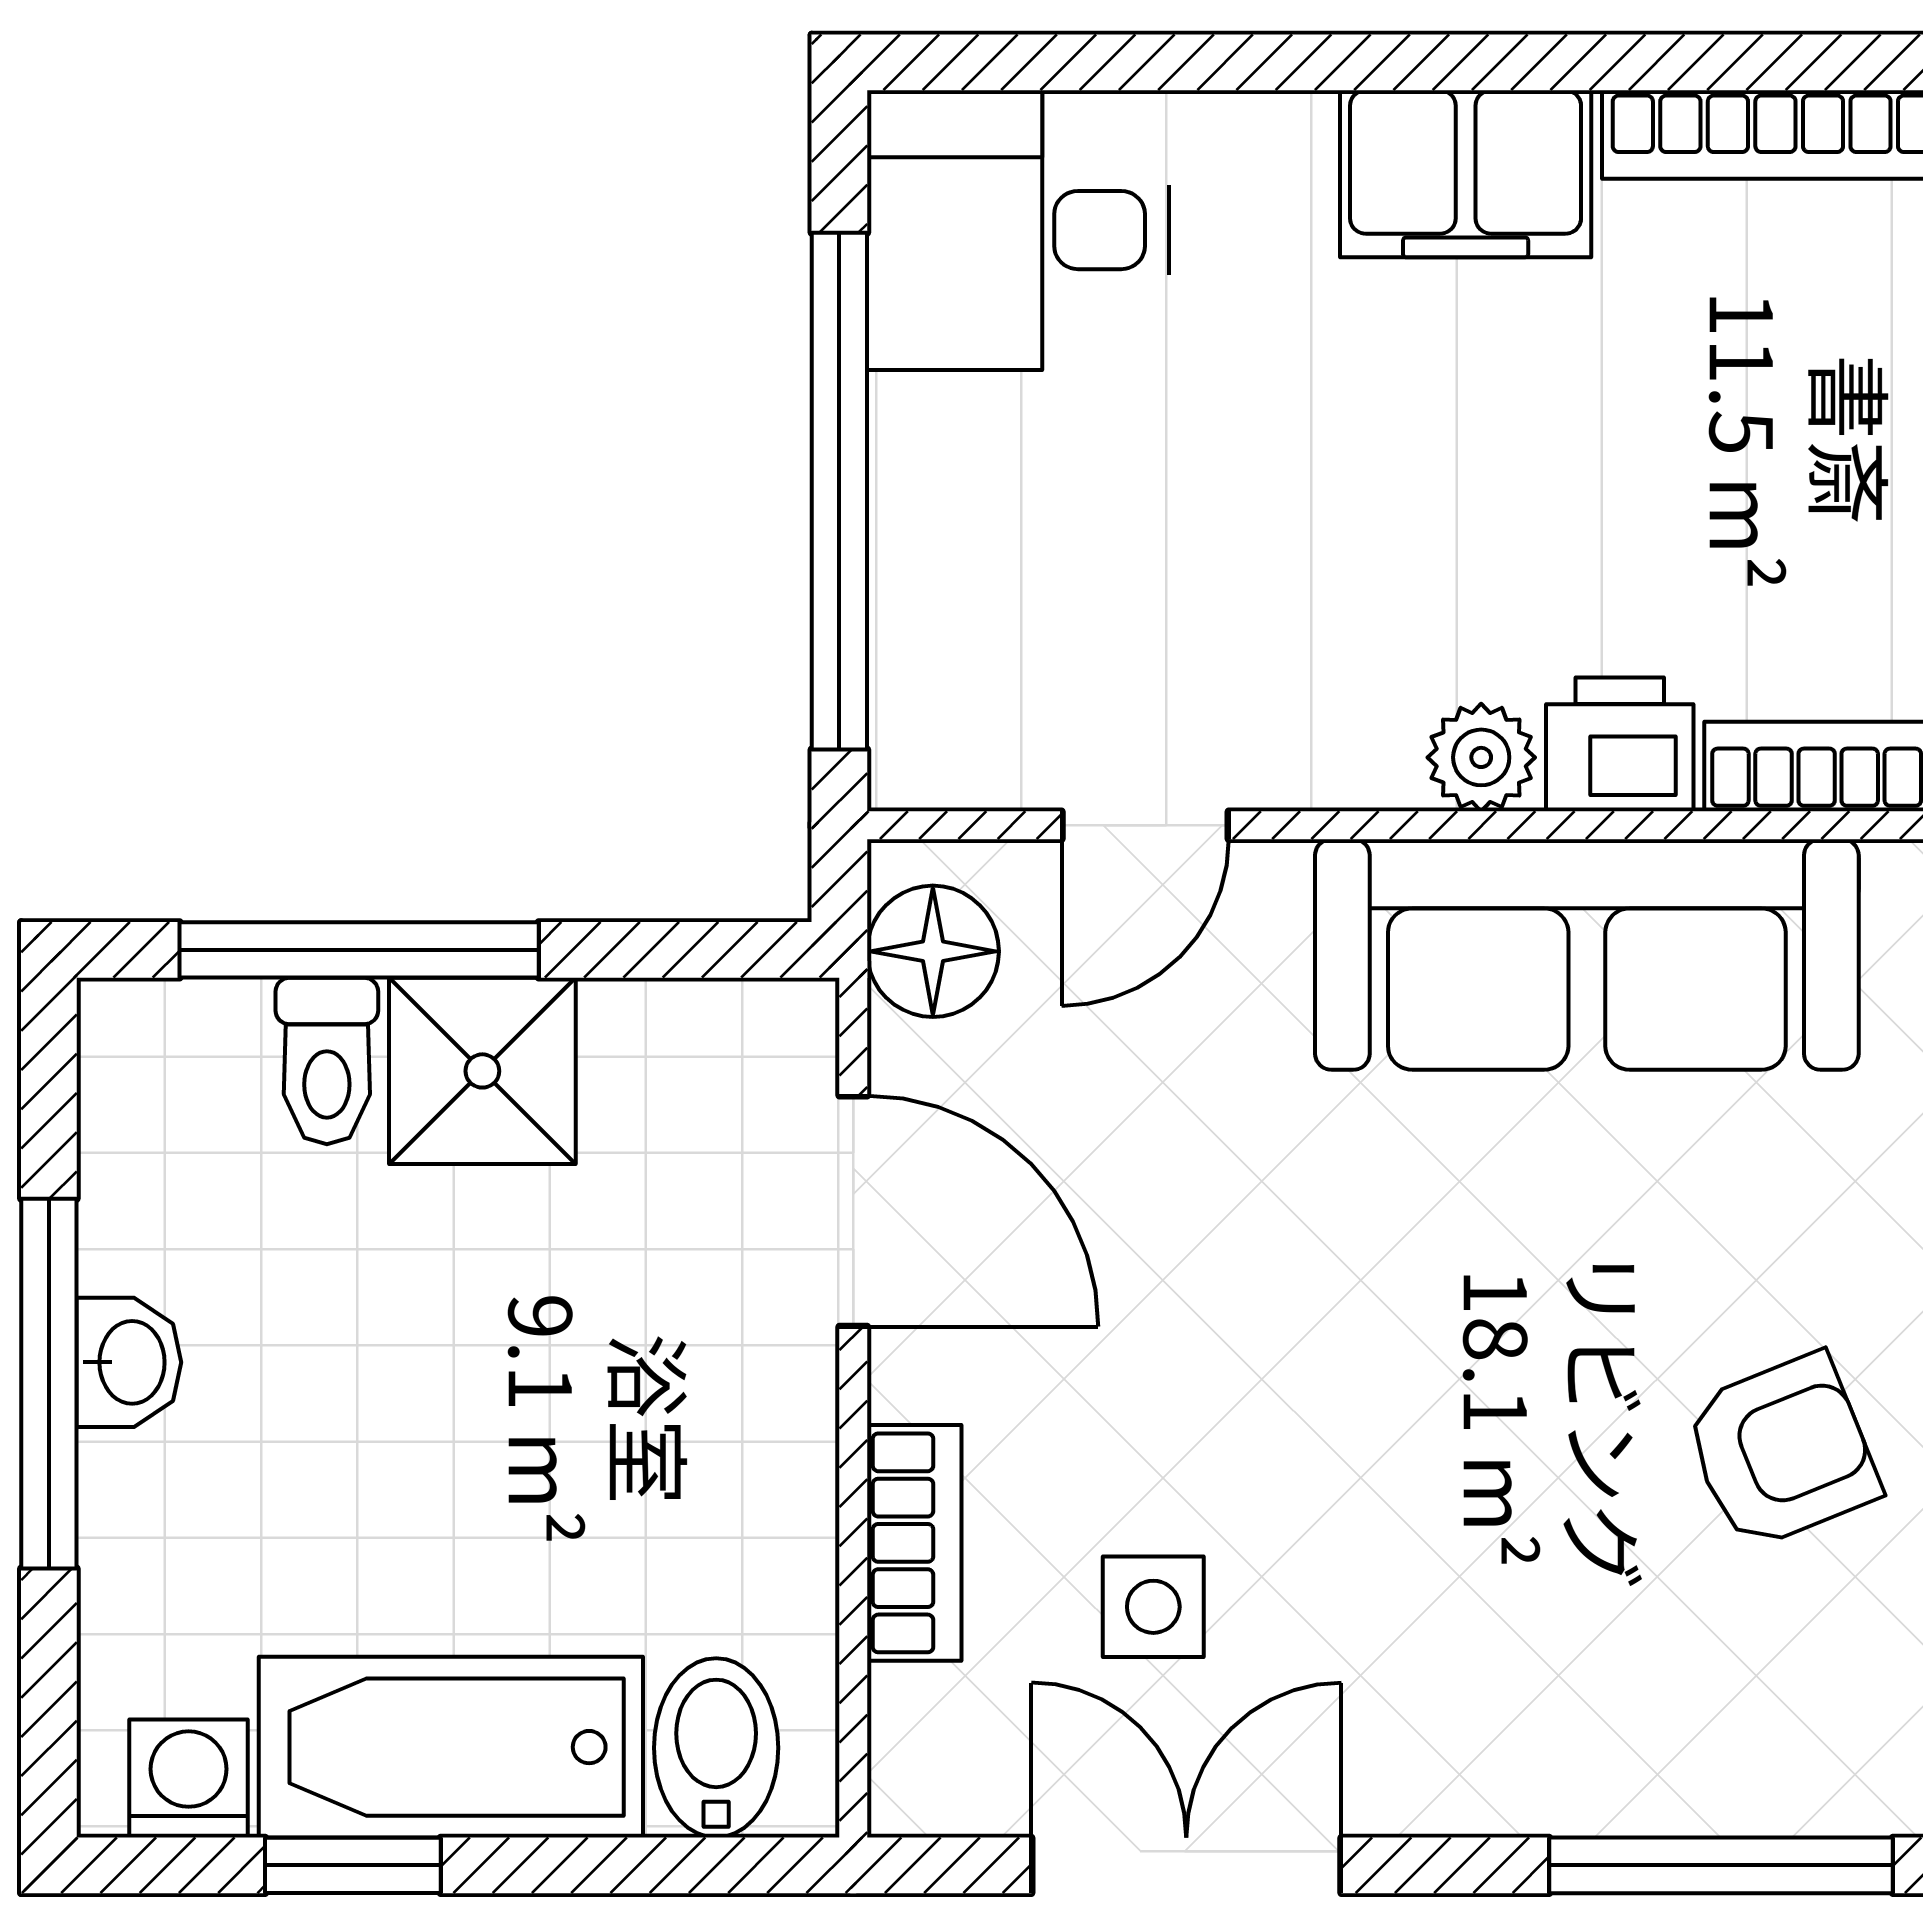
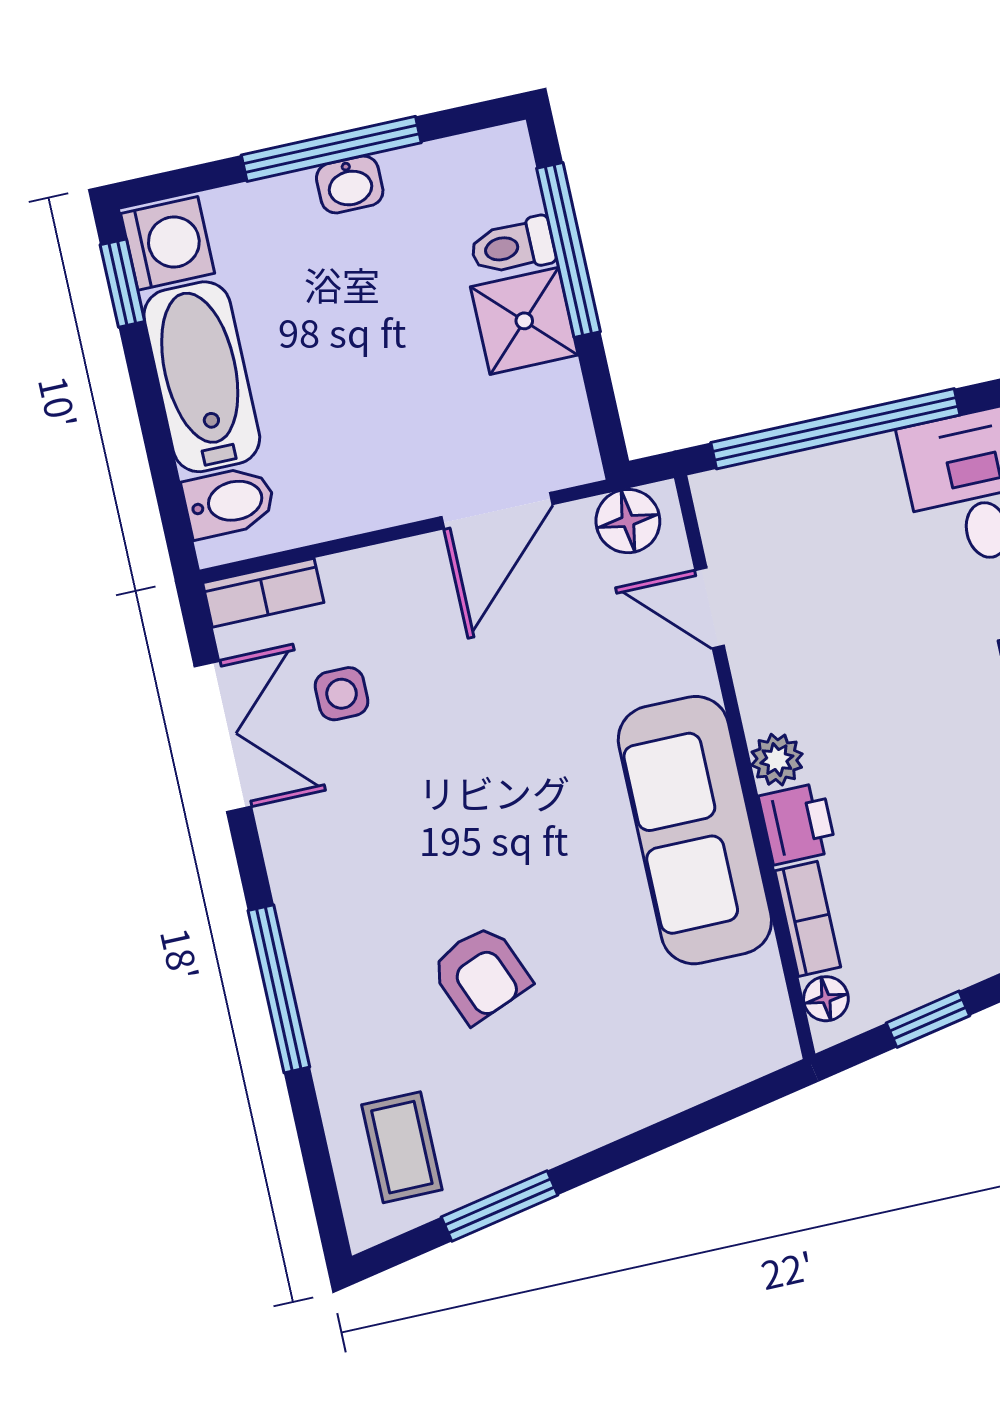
bookcase: (914, 1543) -> (263, 593), moved
washing machine: (189, 1779) -> (168, 243), width x1.38, depth x1.38
window: (353, 1865) -> (122, 283), moved

